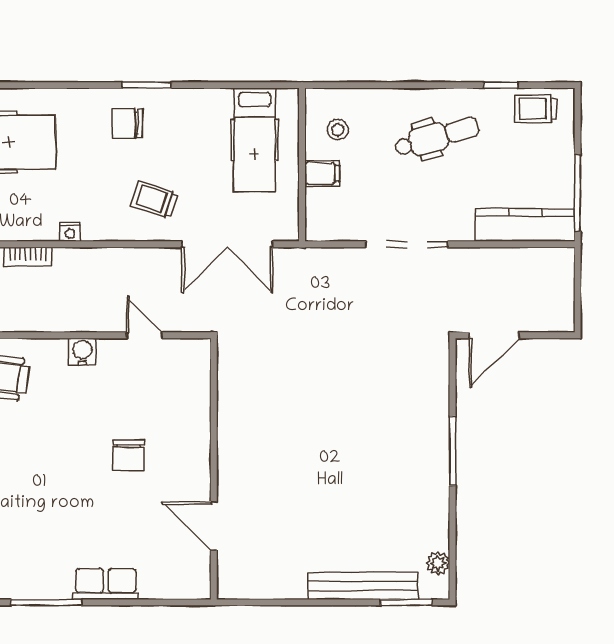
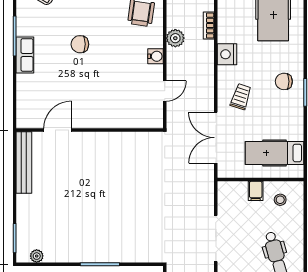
chair: (127, 123) -> (284, 81), turned -90
nightstand: (70, 232) -> (227, 54), width x1.89, depth x1.79
plant: (50, 316) -> (175, 38), added
chair: (129, 455) -> (80, 44), moved
row of seats: (106, 584) -> (25, 55), moved
bench: (363, 586) -> (24, 163), moved

